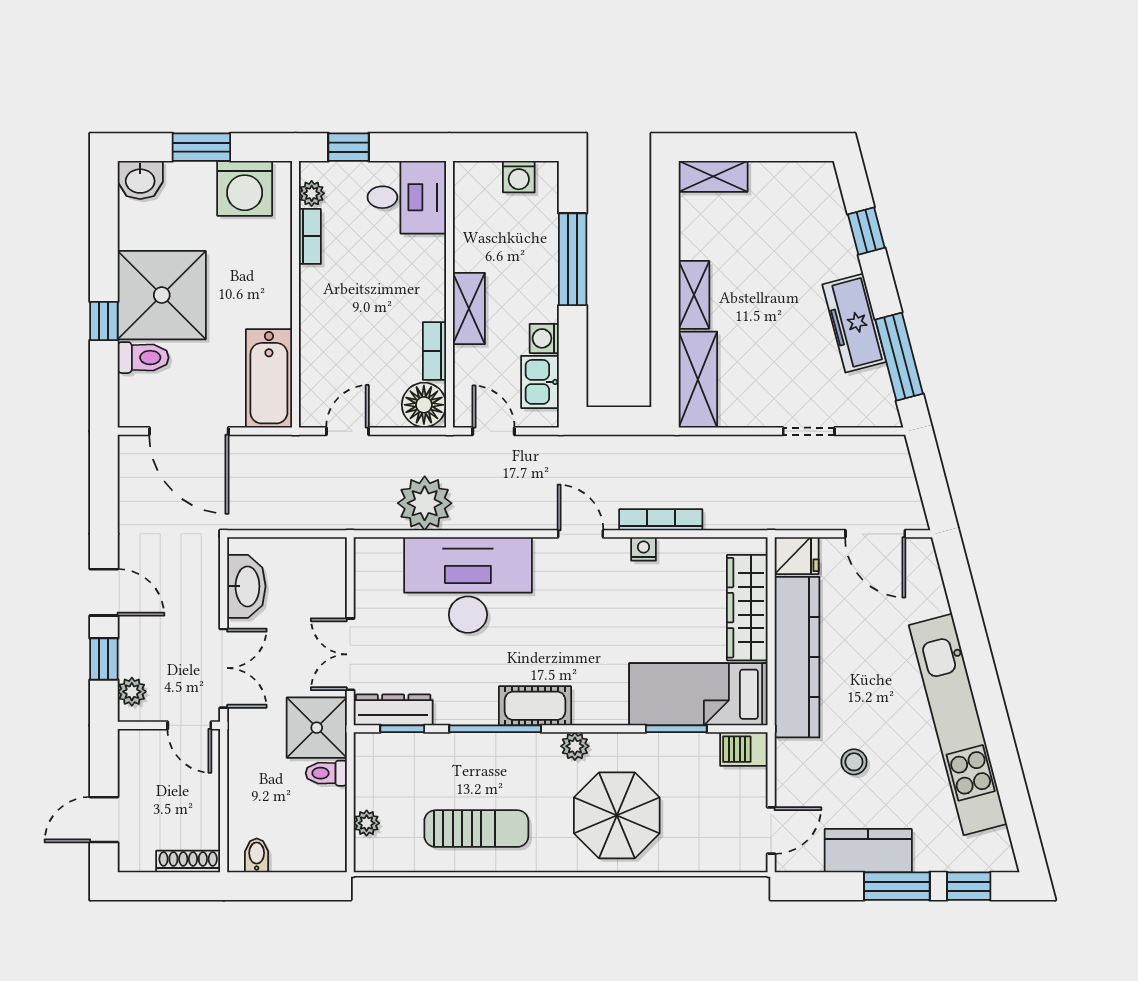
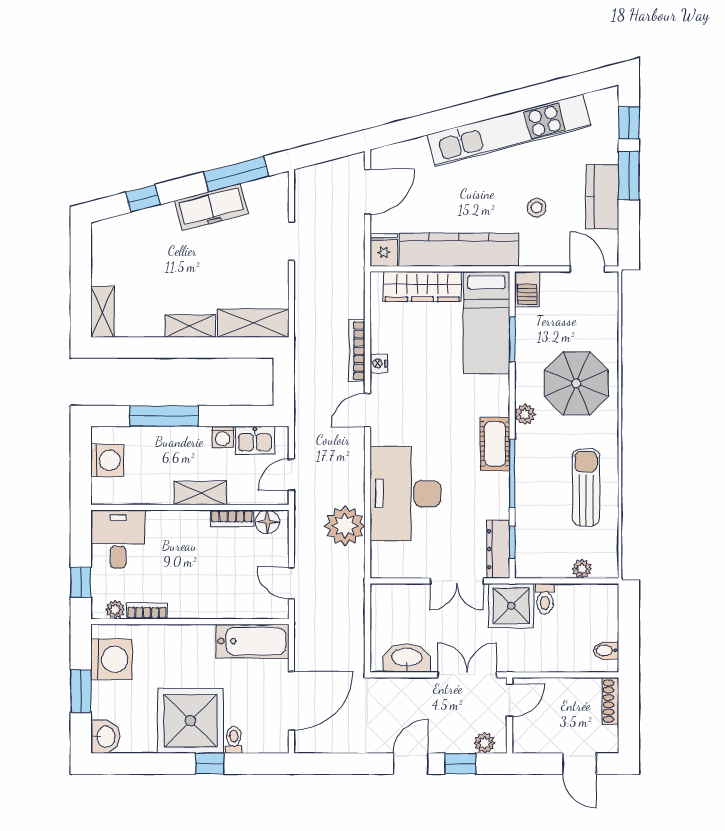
washing machine: (519, 177) -> (107, 460), width x1.38, depth x1.38
toilet: (143, 358) -> (234, 740), width x0.73, depth x0.72
floor lamp: (424, 405) -> (267, 522), width x0.73, depth x0.73

